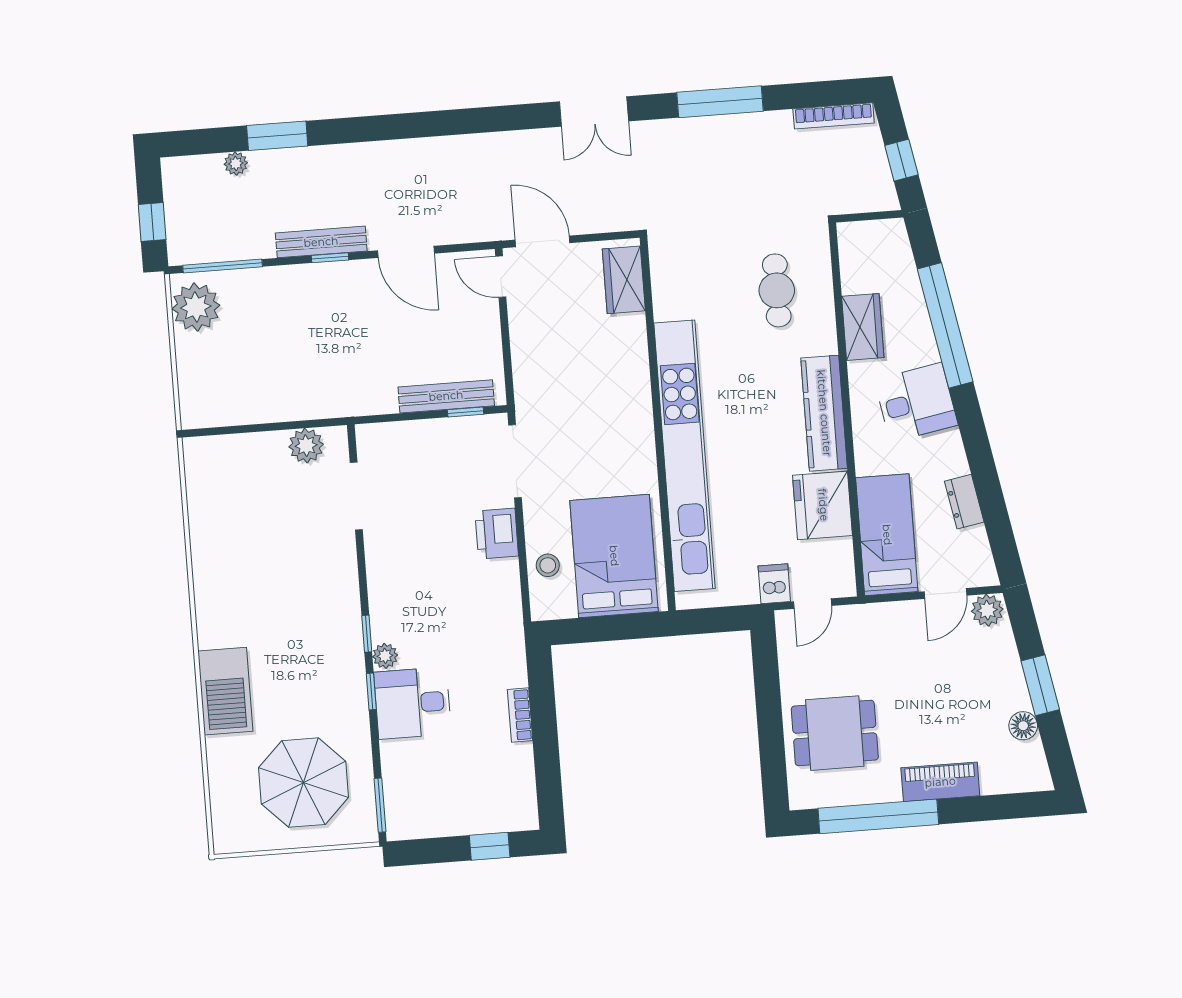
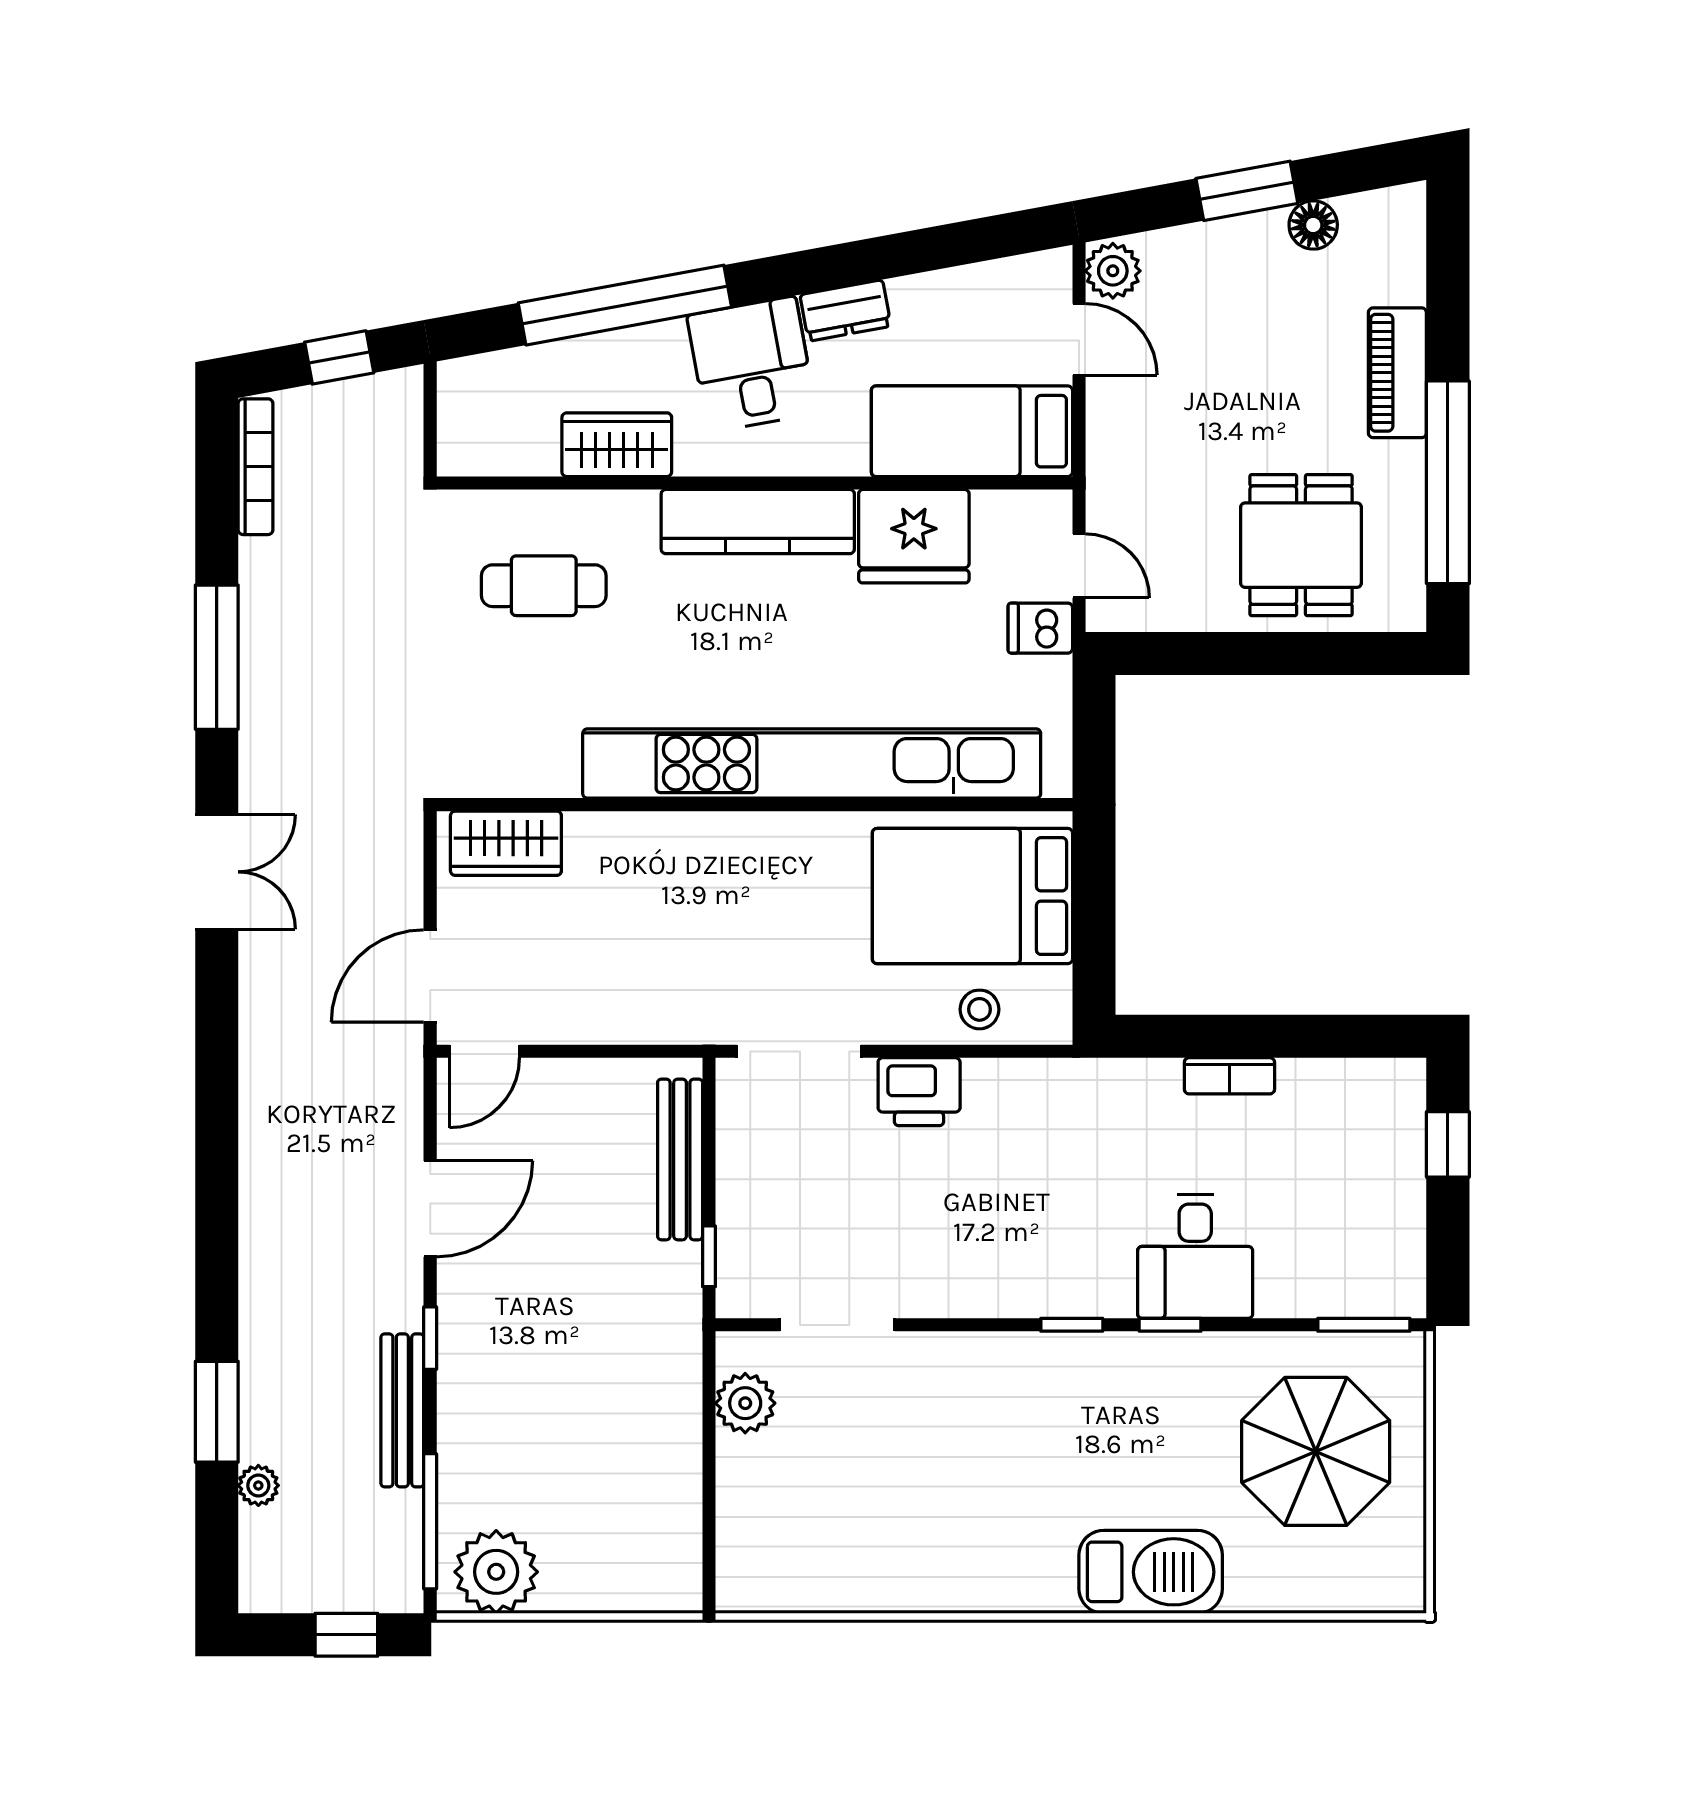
bench: (321, 242) -> (402, 1410), moved
window: (466, 412) -> (709, 1256), moved
dresser: (964, 502) -> (845, 310), moved
plant: (385, 656) -> (1112, 1297), removed

